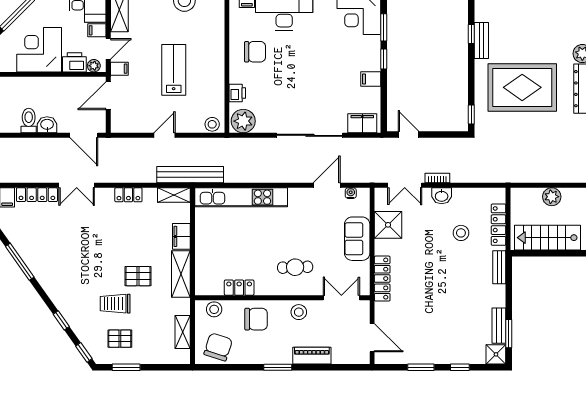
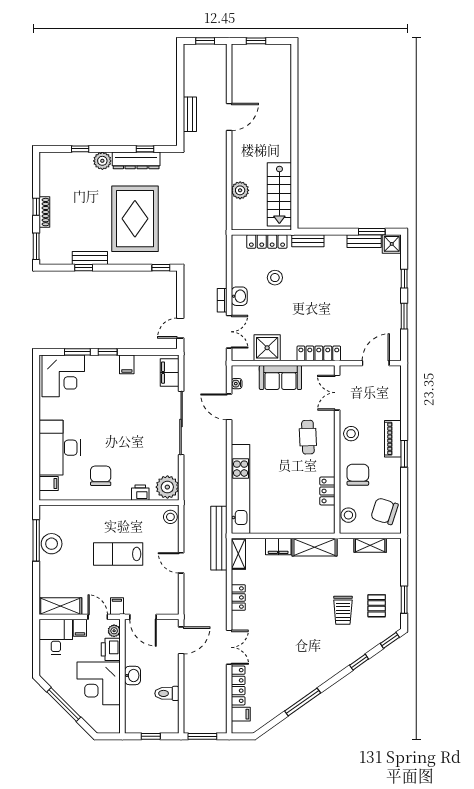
washbasin: (47, 125) -> (133, 676), moved, turned 180
pallet: (138, 276) -> (316, 588), removed
piano: (312, 356) -> (393, 439), moved

